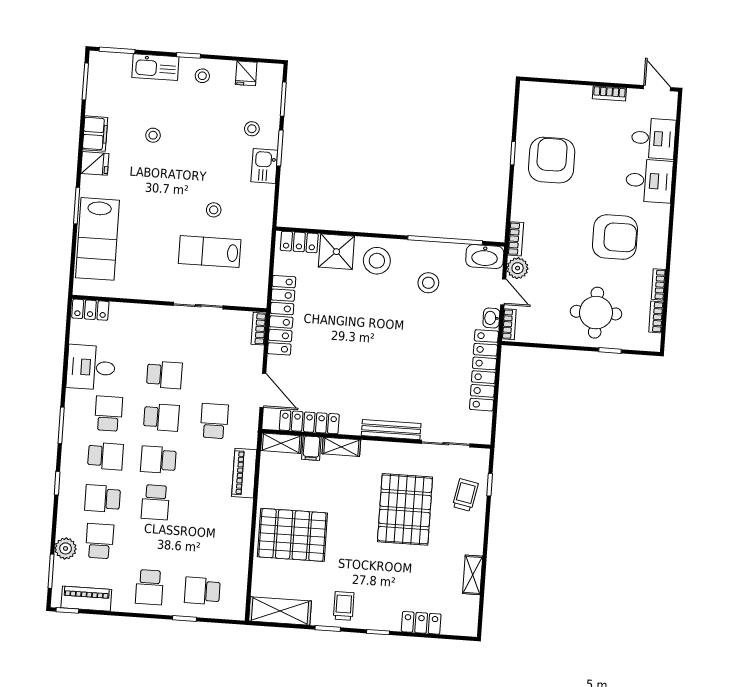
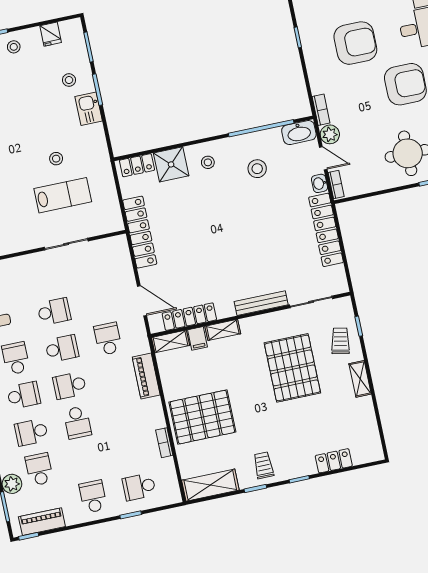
armchair: (552, 160) -> (355, 43), moved, turned 90
lab bench: (210, 252) -> (63, 195), turned 180
stool: (377, 261) -> (208, 162), width x0.53, depth x0.53
bookcase: (259, 329) -> (164, 443), moved
shelving: (473, 575) -> (360, 379), moved
school desk: (149, 587) -> (93, 497), turned 180

